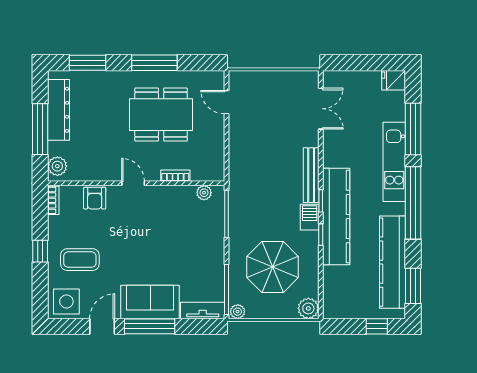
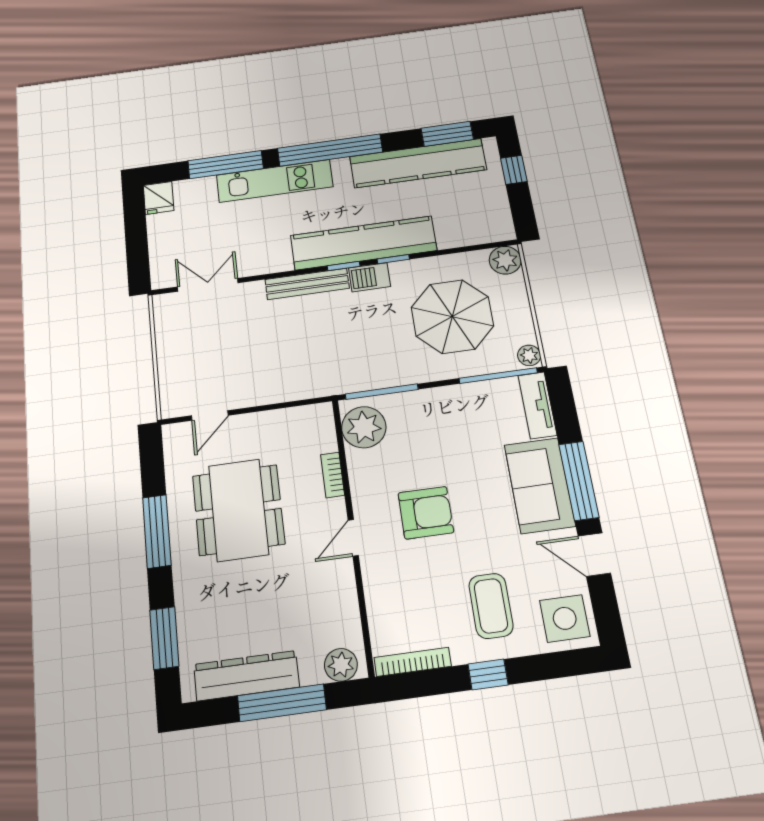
plant: (204, 193) -> (364, 427), width x1.87, depth x1.87
armchair: (95, 198) -> (426, 513), moved, width x1.38, depth x1.38
bookcase: (53, 200) -> (413, 662), width x1.56

